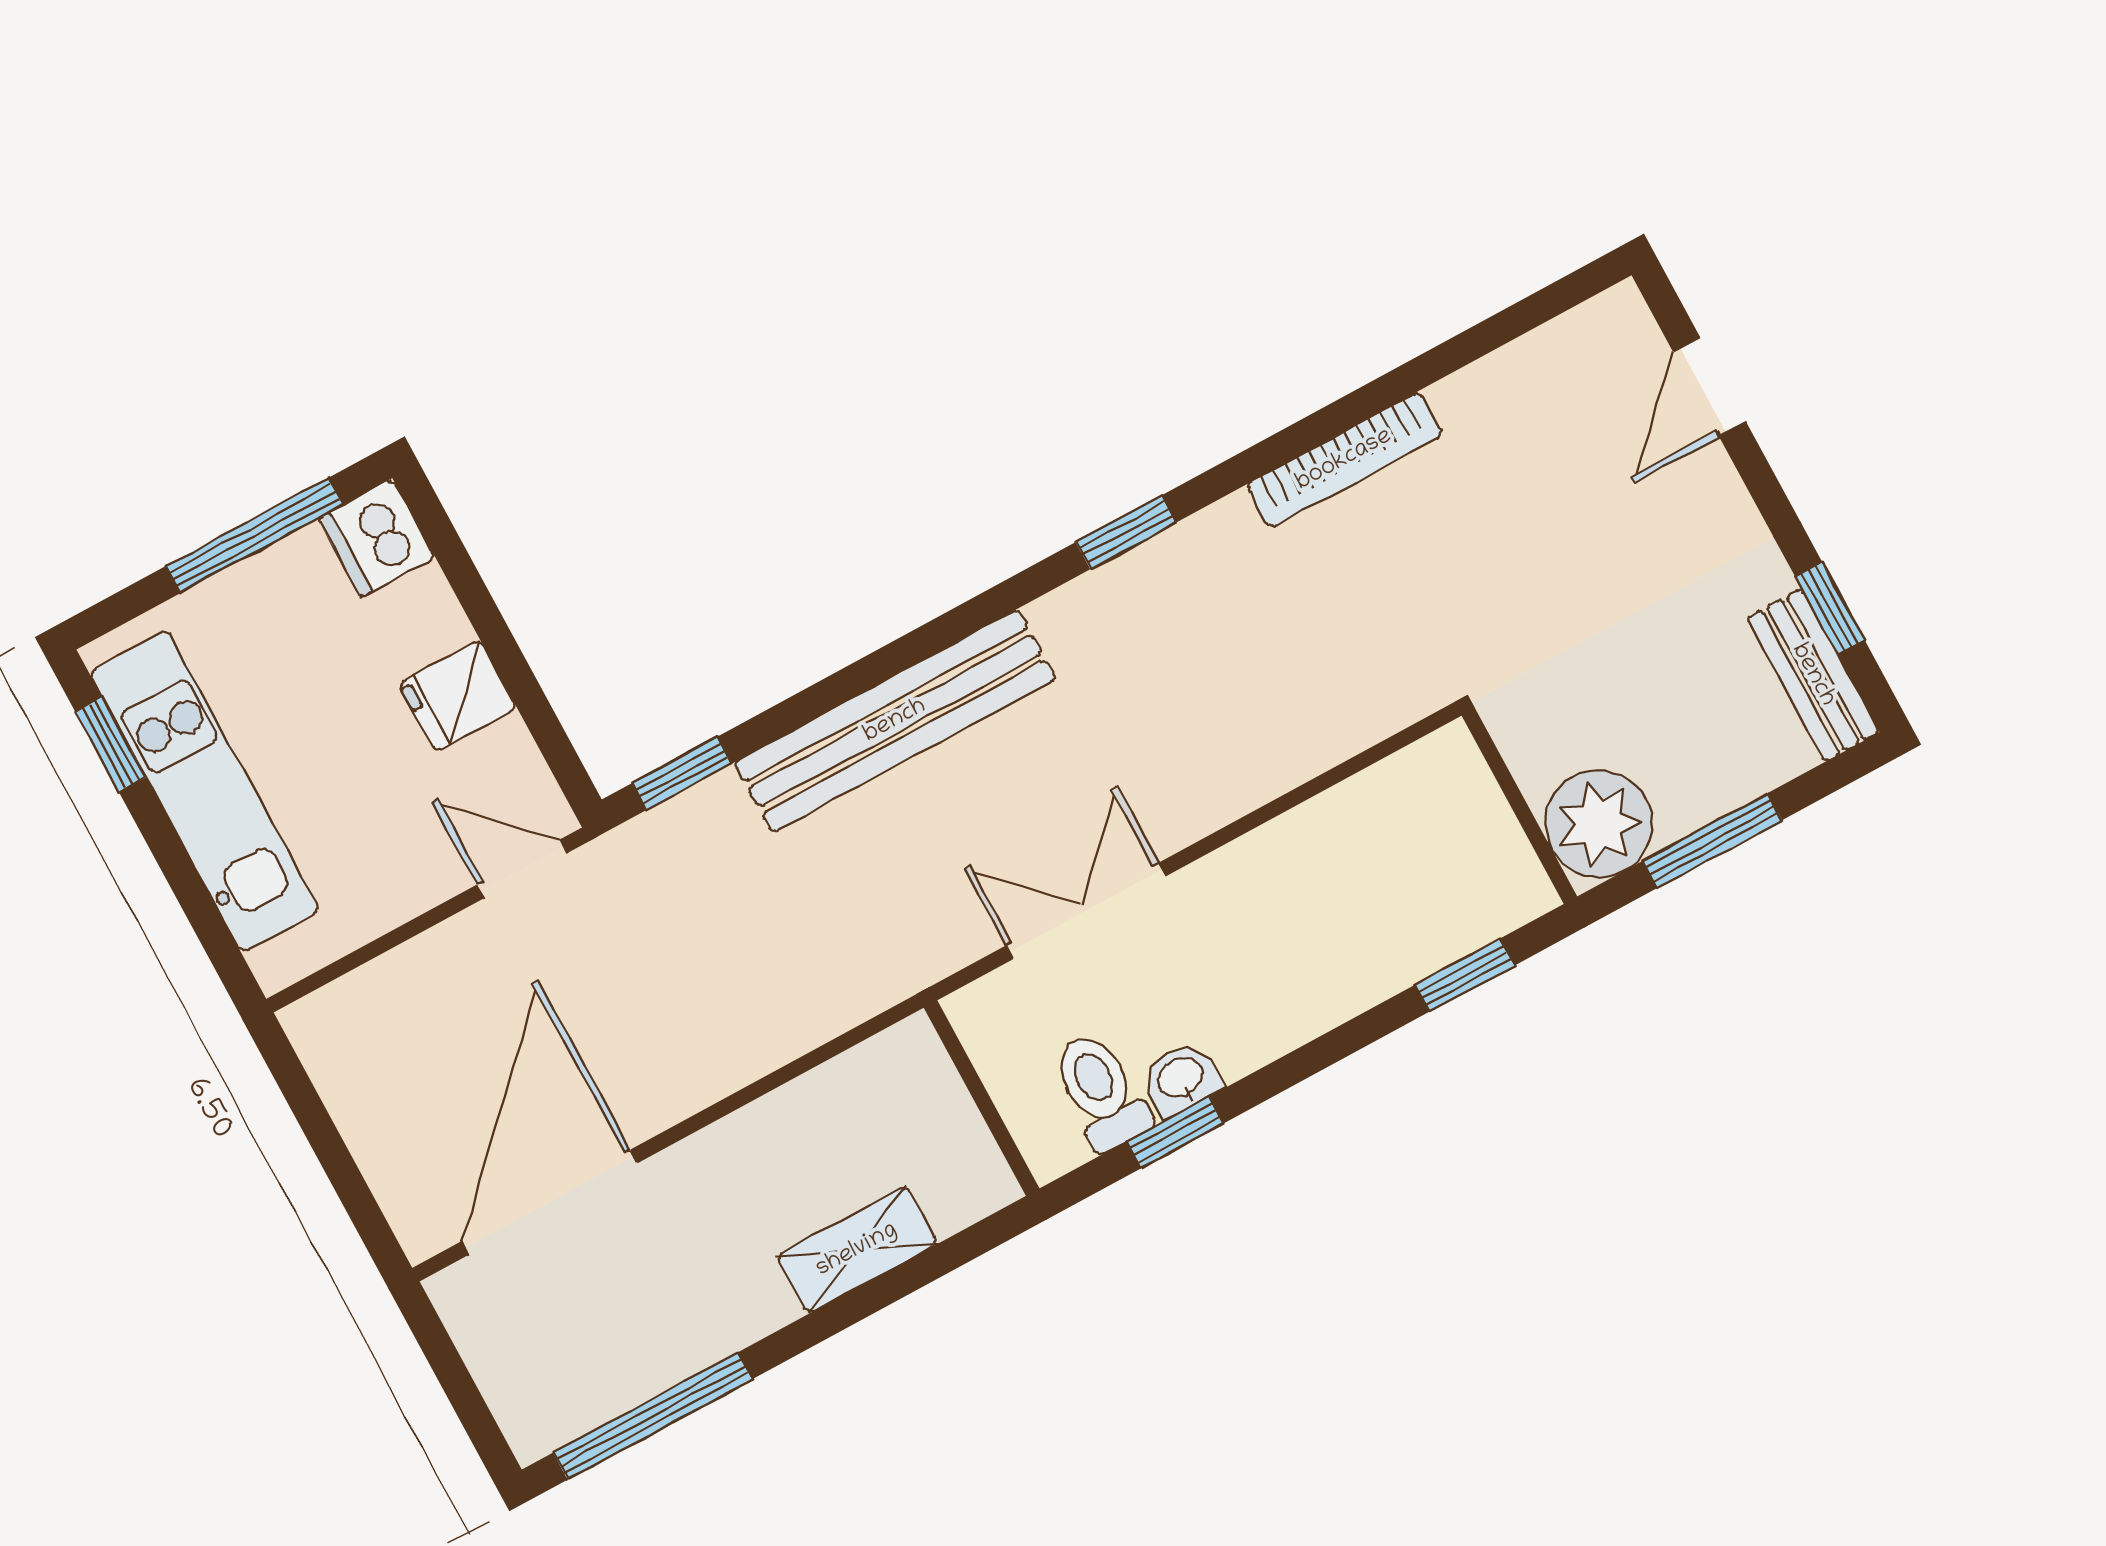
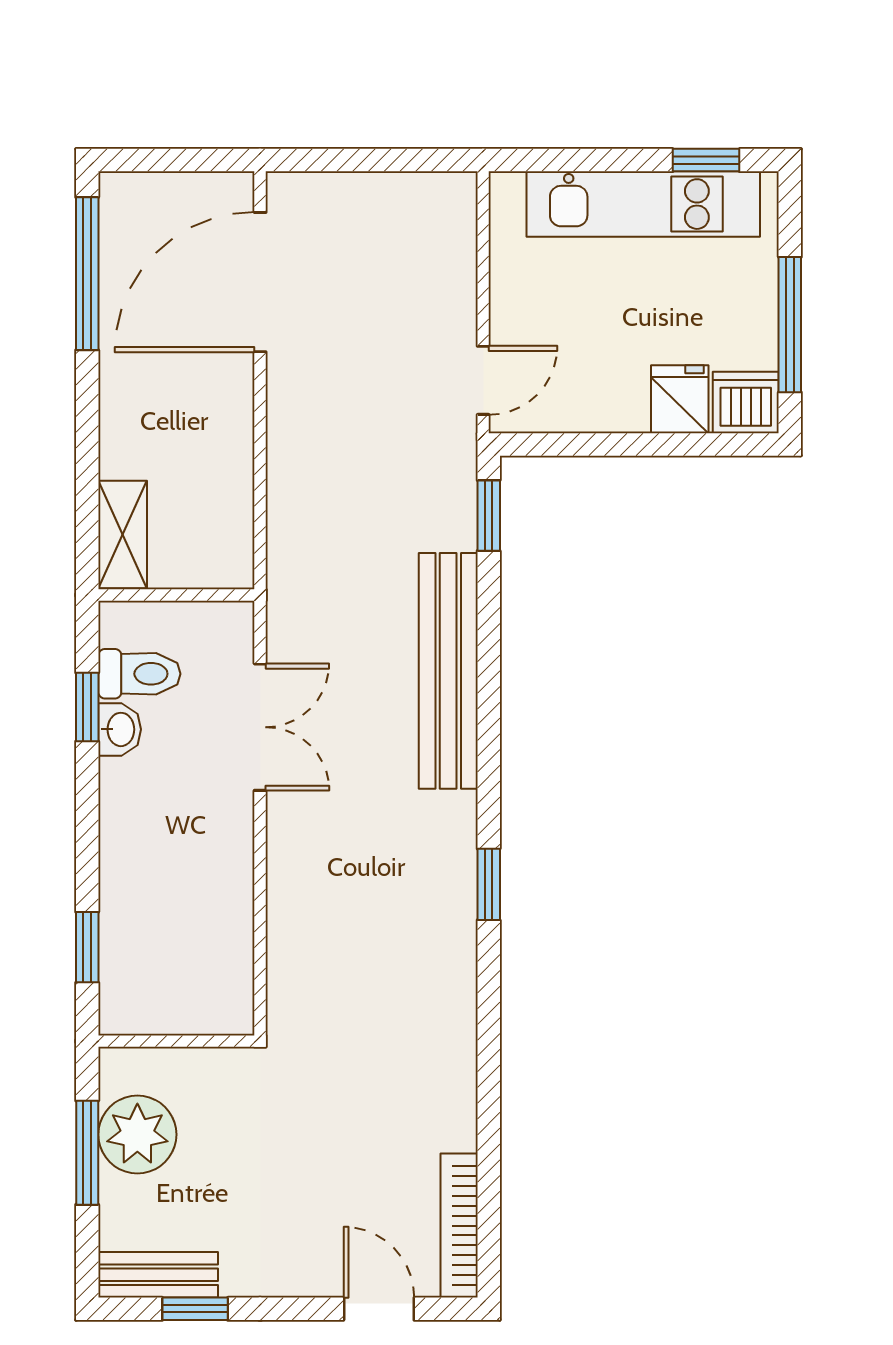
bookcase: (1344, 460) -> (459, 1226), moved
fridge: (458, 696) -> (680, 399), moved
plant: (1599, 824) -> (137, 1135), moved
door: (550, 1202) -> (260, 282), swing flipped
shelving: (857, 1250) -> (123, 535), moved

